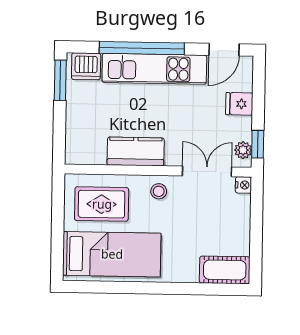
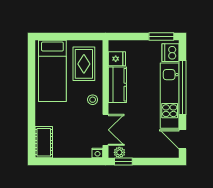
fridge: (239, 104) -> (117, 59), moved, turned 90

